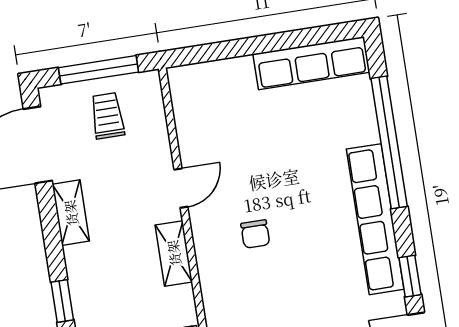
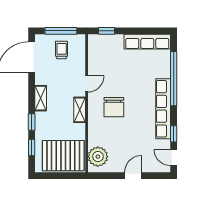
window: (209, 53) -> (107, 31), added
shelving: (71, 213) -> (41, 98), moved
chair: (255, 234) -> (114, 107), width x1.87, depth x1.87

